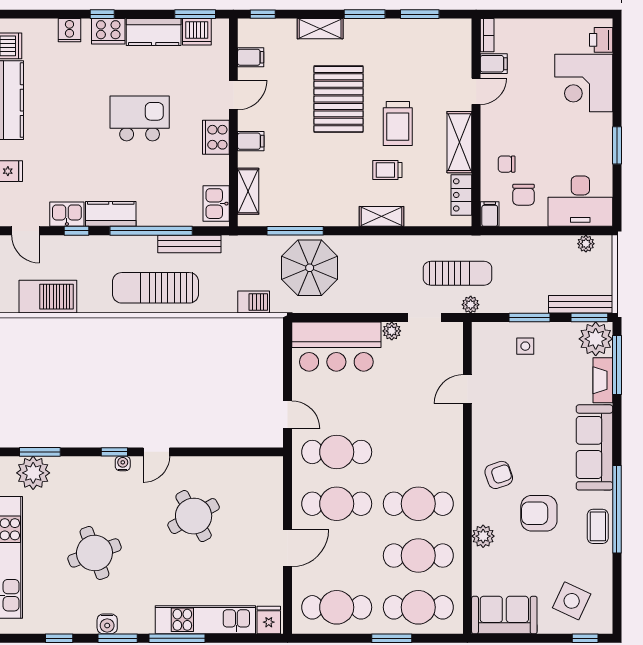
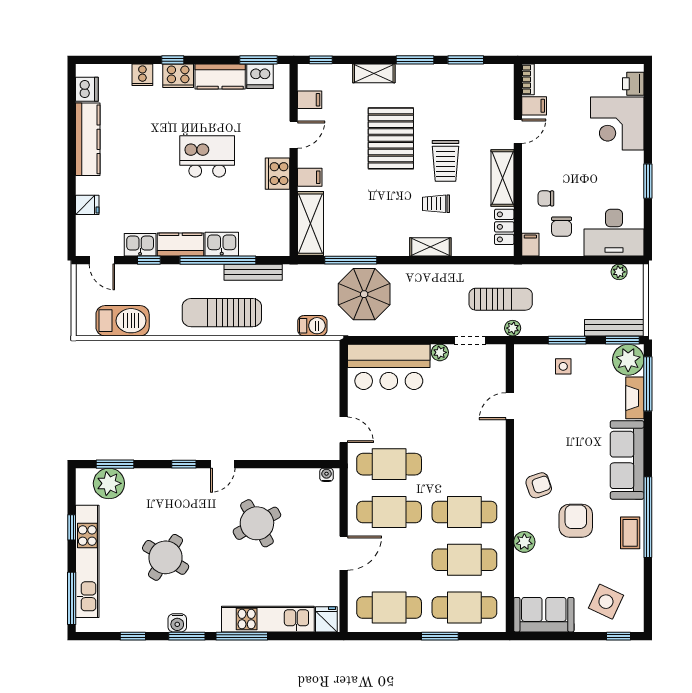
shelving: (248, 191) -> (311, 224), width x1.50, depth x1.33
kitchen sink: (216, 204) -> (222, 244), moved, turned 90
water cooler: (123, 463) -> (326, 475), moved
armchair: (539, 513) -> (576, 521), turned 90
round table: (94, 553) -> (166, 557), turned -38

